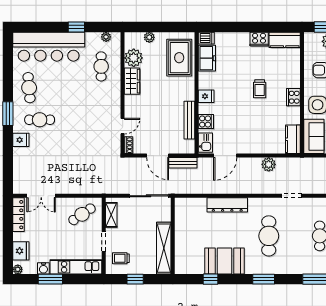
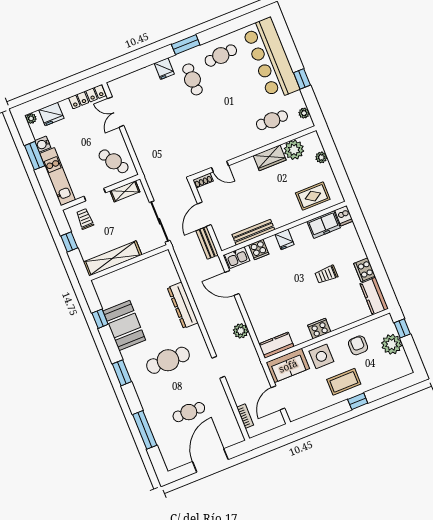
rug: (179, 58) -> (313, 196), width x0.73, depth x0.70
trolley: (260, 89) -> (326, 274), moved

